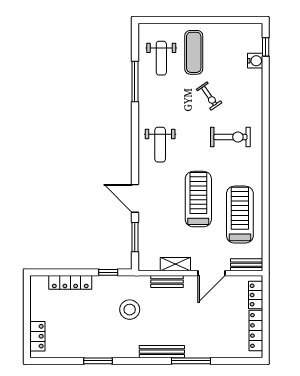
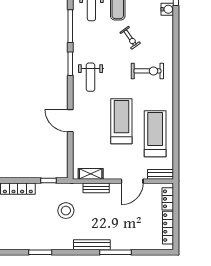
window: (135, 237) -> (70, 64), moved
shelving: (175, 264) -> (91, 174), moved

